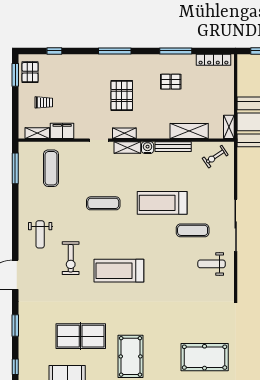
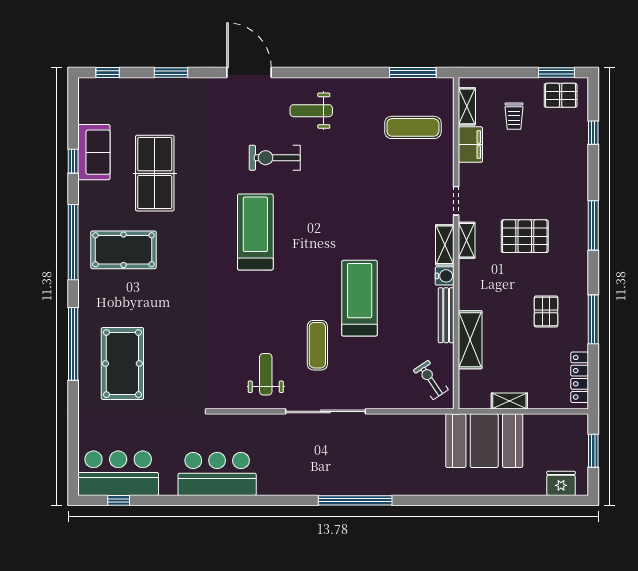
shelving: (229, 127) -> (509, 401), moved
exercise mat: (103, 203) -> (359, 208), removed

